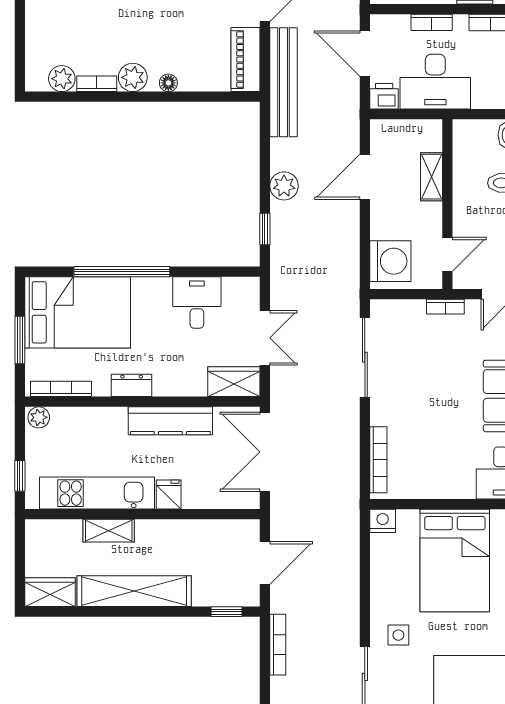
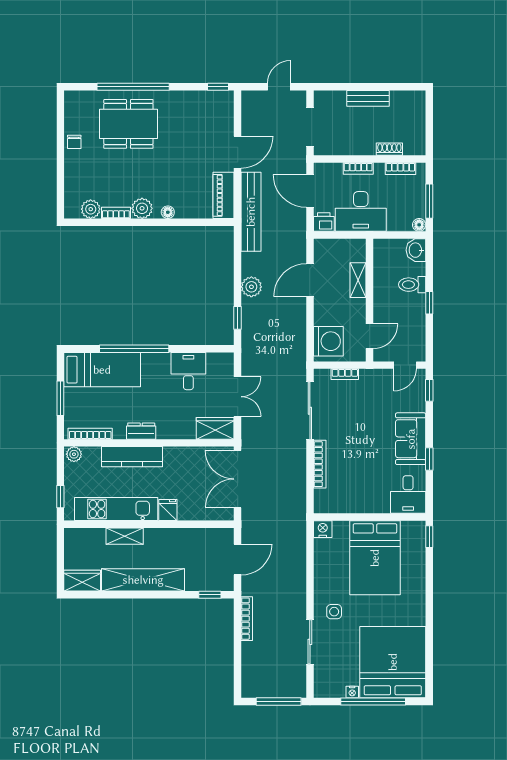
bookcase: (445, 307) -> (345, 374), moved
bed: (78, 312) -> (102, 370), width x0.67
kitchen counter: (170, 421) -> (132, 457), moved
bookcase: (378, 460) -> (320, 464), moved

